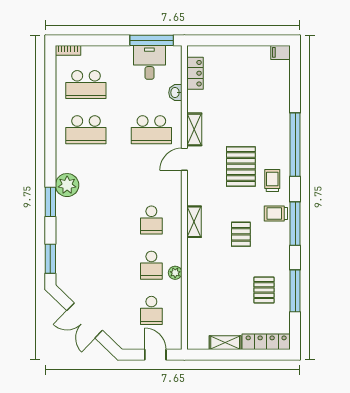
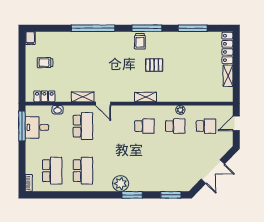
pallet: (241, 167) -> (108, 65), removed
trolley: (272, 181) -> (45, 63), moved
pallet: (264, 290) -> (192, 49), removed

